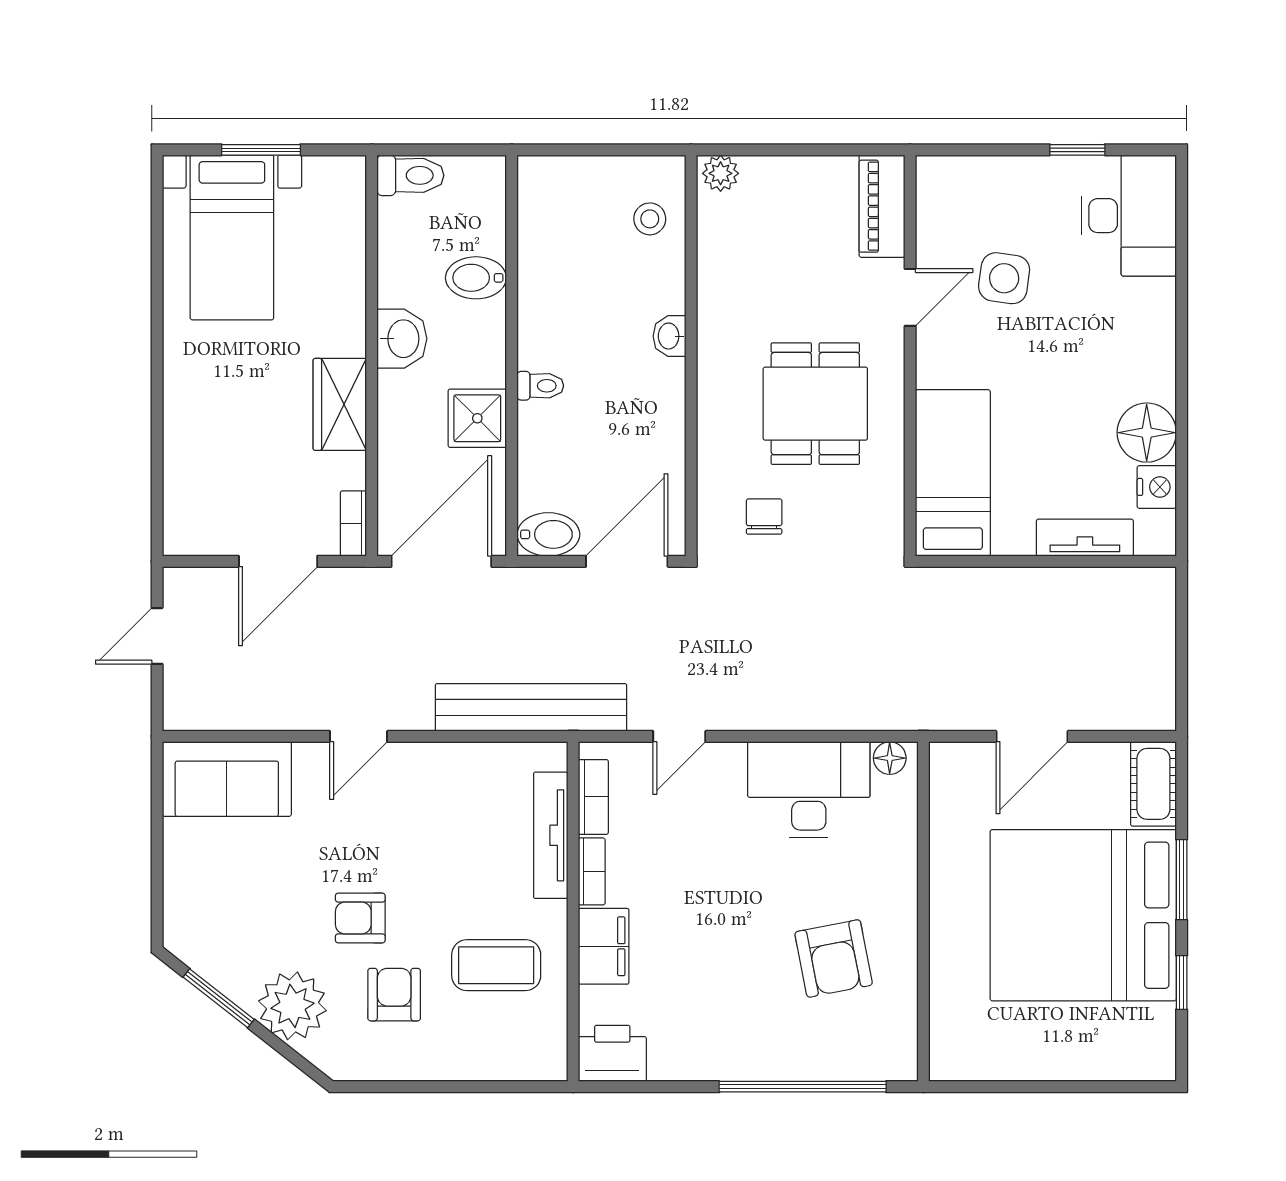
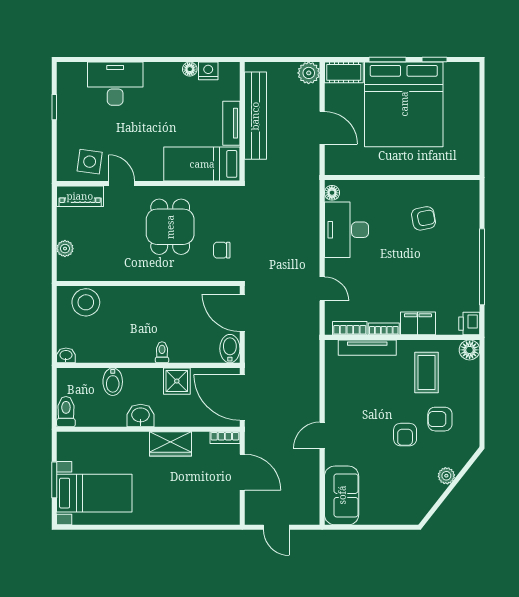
plant: (721, 173) -> (65, 249), moved
desk: (1129, 216) -> (115, 84), moved
stool: (650, 219) -> (86, 302), width x1.89, depth x1.89
side table: (1004, 278) -> (90, 162), moved
washbasin: (670, 336) -> (66, 355), moved, turned 180
dining table: (815, 404) -> (170, 227), turned 90
floor lamp: (1147, 433) -> (190, 69), width x0.53, depth x0.53
tv unit: (1085, 538) -> (231, 123), moved
bench: (531, 707) -> (255, 116), moved
plant: (1152, 707) -> (309, 73), added
door: (359, 736) -> (322, 435), swing flipped
armchair: (834, 958) -> (424, 218), width x0.72, depth x0.72
window: (219, 998) -> (442, 499), removed
plant: (292, 1006) -> (446, 476), width x0.53, depth x0.53
printer: (612, 1053) -> (469, 324), width x0.73, depth x0.81
floor lamp: (546, 1059) -> (470, 350), added
window: (803, 1087) -> (482, 267), moved

